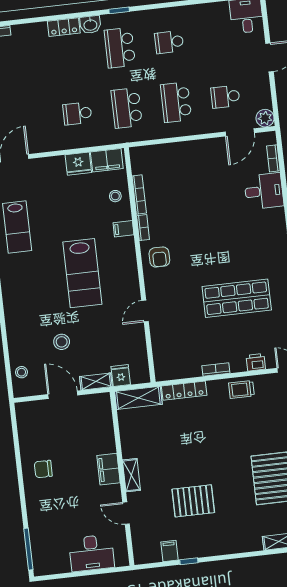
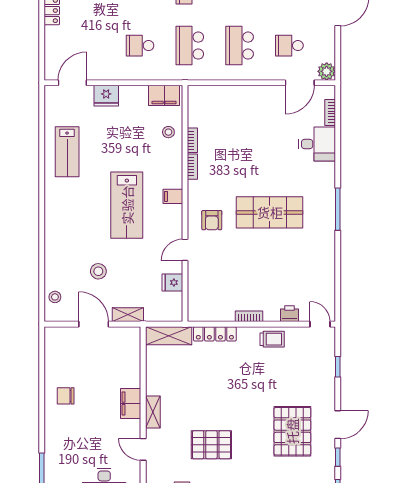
fridge: (78, 164) -> (106, 96), moved
bookcase: (139, 195) -> (192, 140), width x0.64
filing cabinet: (123, 229) -> (173, 196), moved
armchair: (159, 257) -> (212, 220), moved
shop shelf: (237, 298) -> (270, 212), moved
fridge: (121, 375) -> (172, 283), moved, turned -90
trolley: (241, 389) -> (272, 339), turned 180

